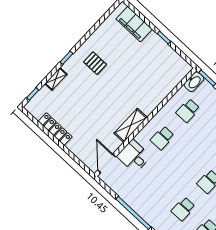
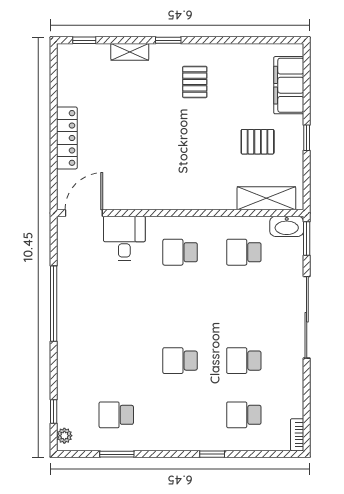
pallet: (146, 60) -> (258, 142), added
shelving: (131, 125) -> (266, 198), moved
locker: (55, 129) -> (67, 138), moved
school desk: (183, 209) -> (116, 361), removed

